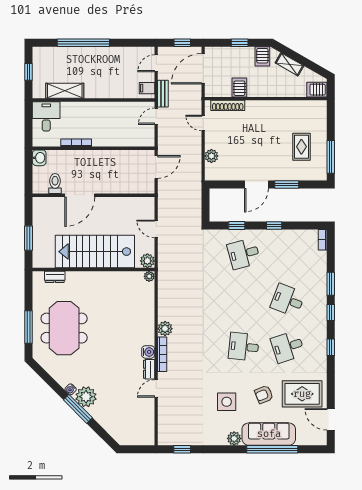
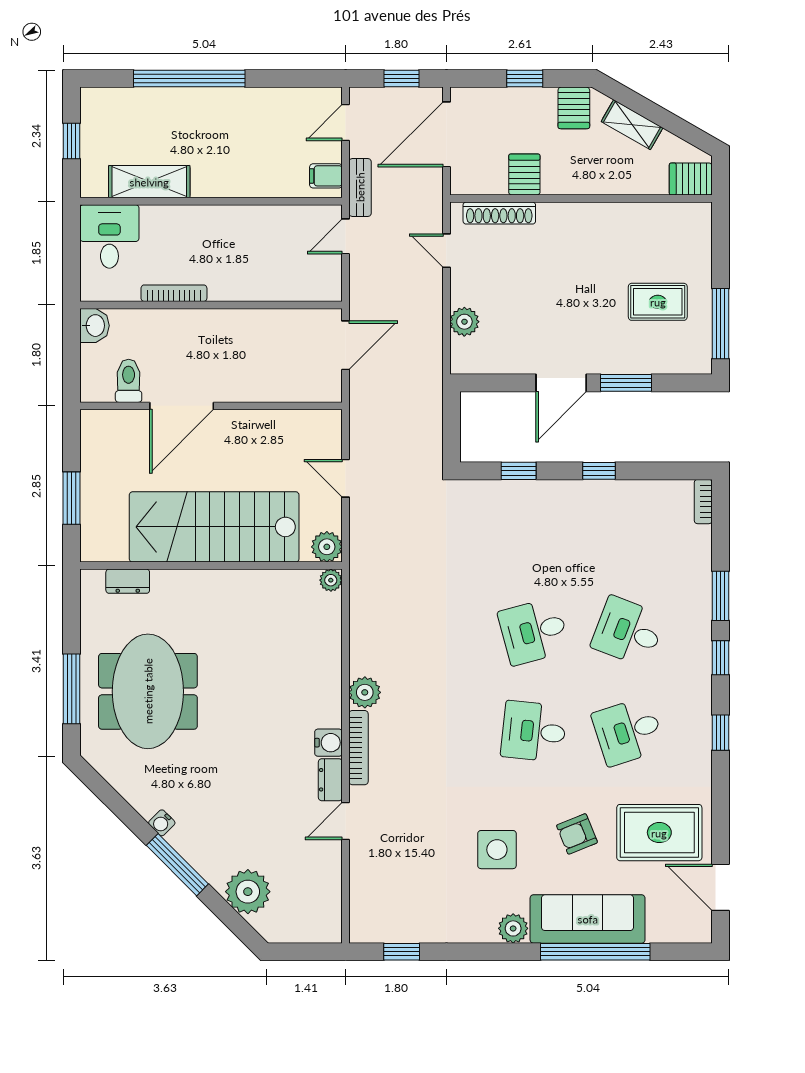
rug: (301, 147) -> (658, 302), turned 90
desk: (244, 254) -> (534, 631), moved
plant: (86, 397) -> (248, 892), moved

